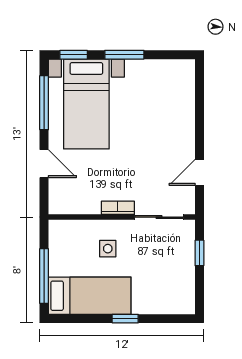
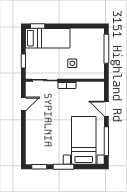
window: (74, 55) -> (39, 167), moved
bed: (90, 296) -> (48, 38), moved, turned 180
window: (125, 319) -> (38, 26), moved

